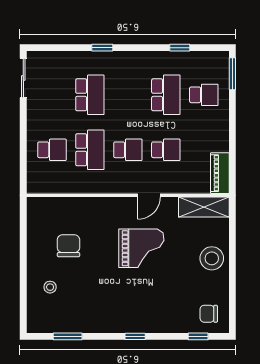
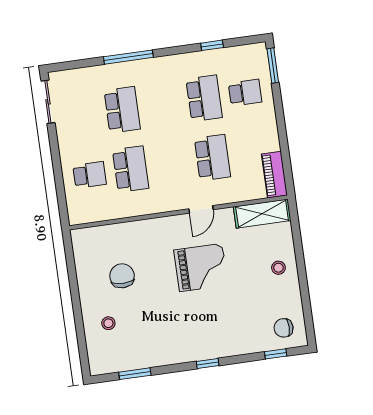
window: (102, 48) -> (128, 57), width x2.17
school desk: (128, 150) -> (172, 163), removed
school desk: (166, 150) -> (212, 158), width x1.85
stool: (212, 258) -> (278, 268), width x0.53, depth x0.53

